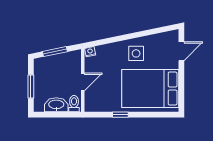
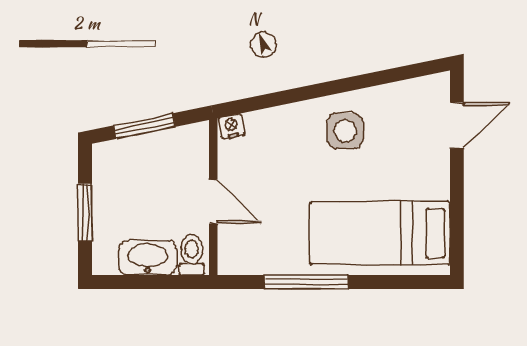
door: (83, 82) -> (213, 201), hinge flipped
bed: (150, 89) -> (380, 233), width x0.67
window: (120, 115) -> (306, 282), width x2.17

